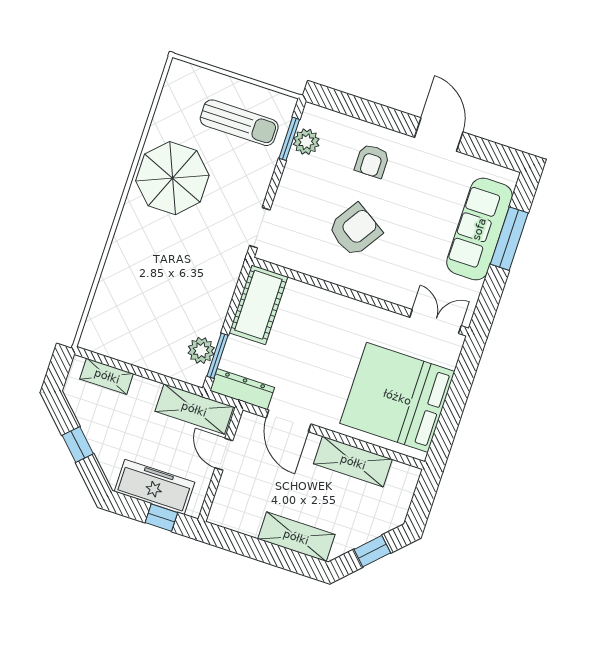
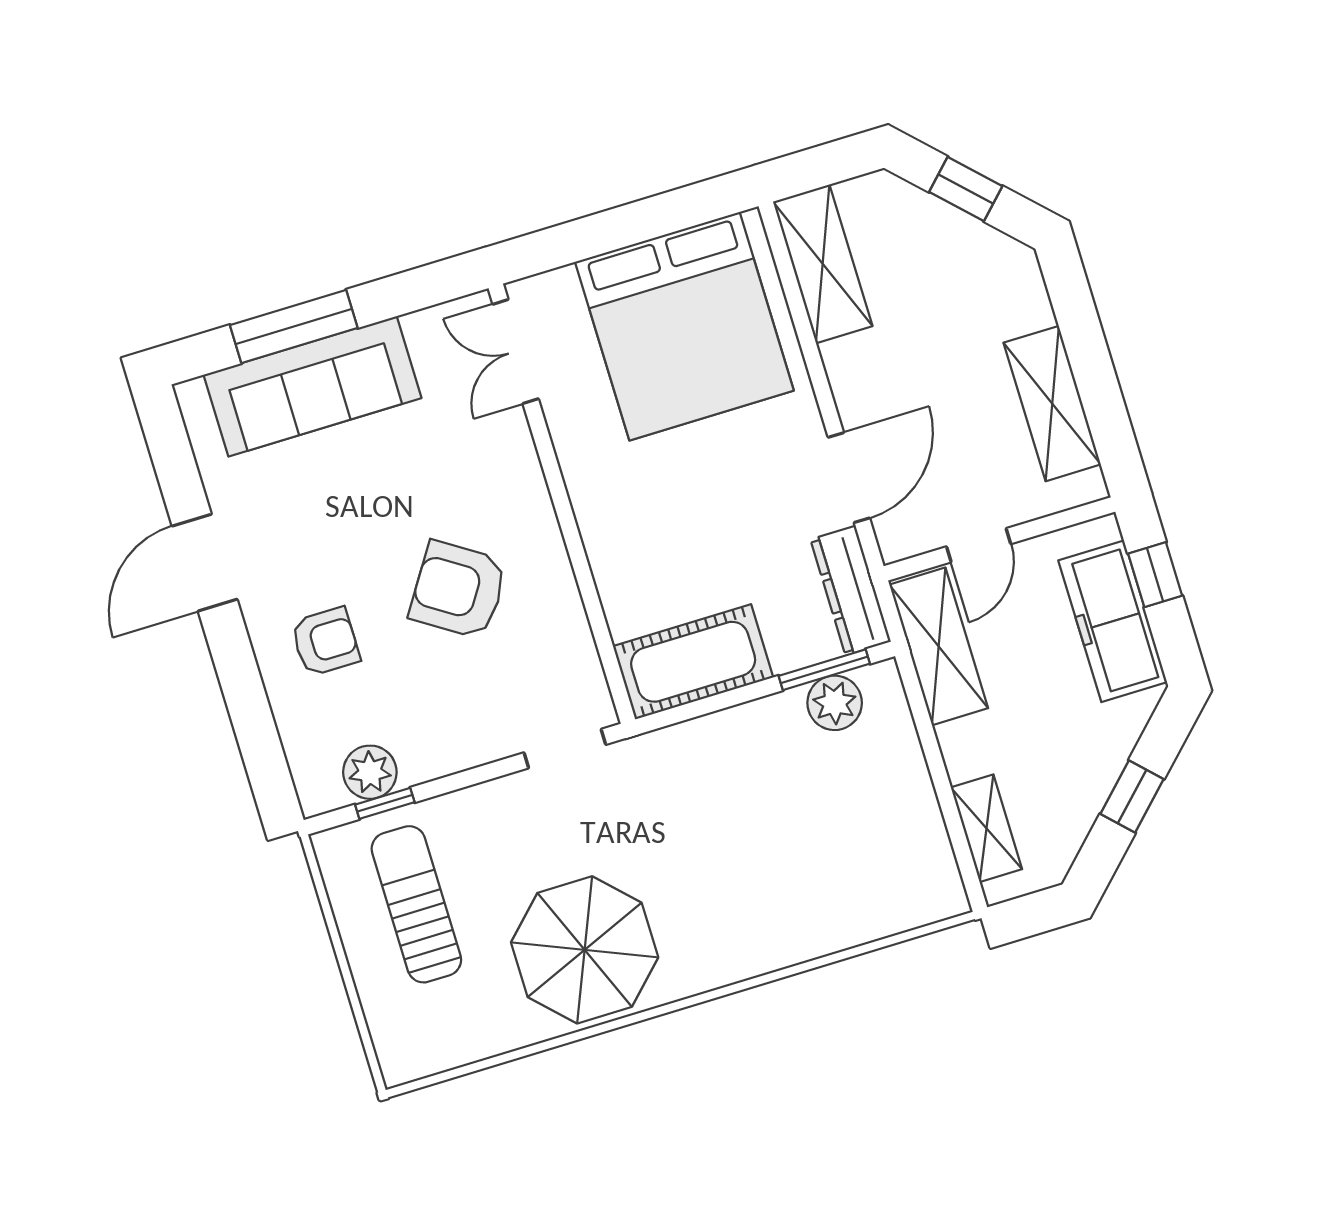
window: (289, 139) -> (385, 803), width x0.67
shelving: (353, 462) -> (823, 264), moved
shelving: (296, 537) -> (1052, 404), moved

